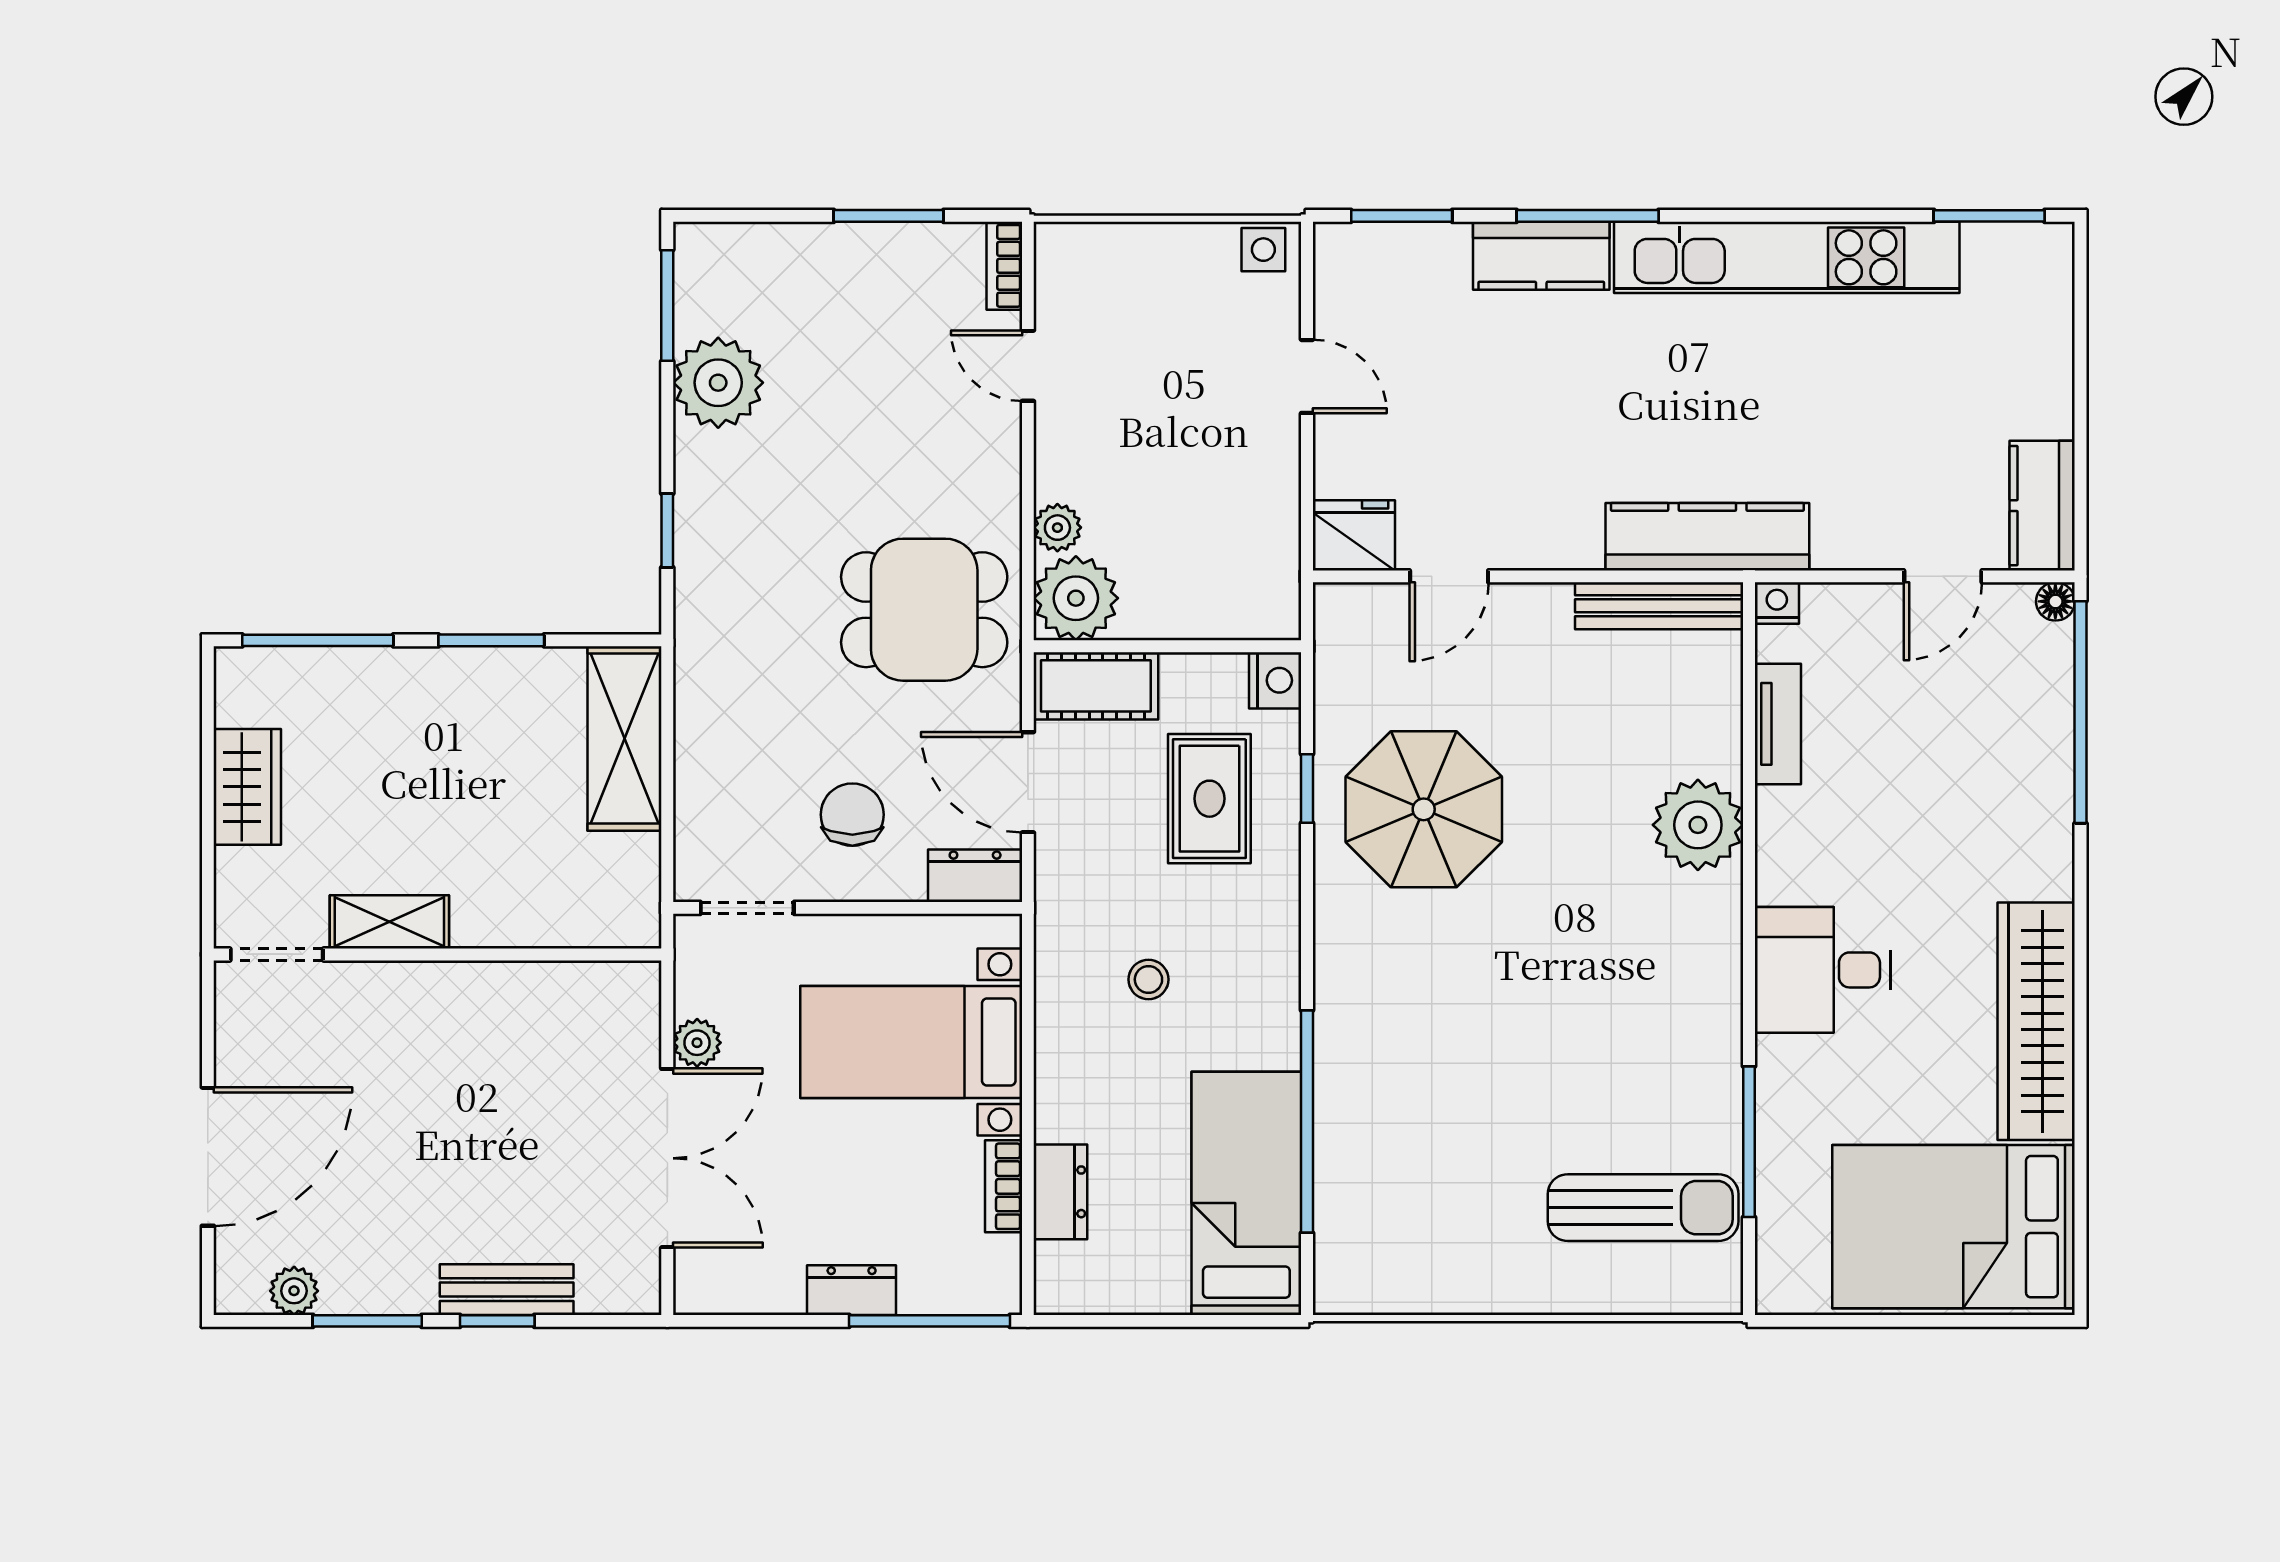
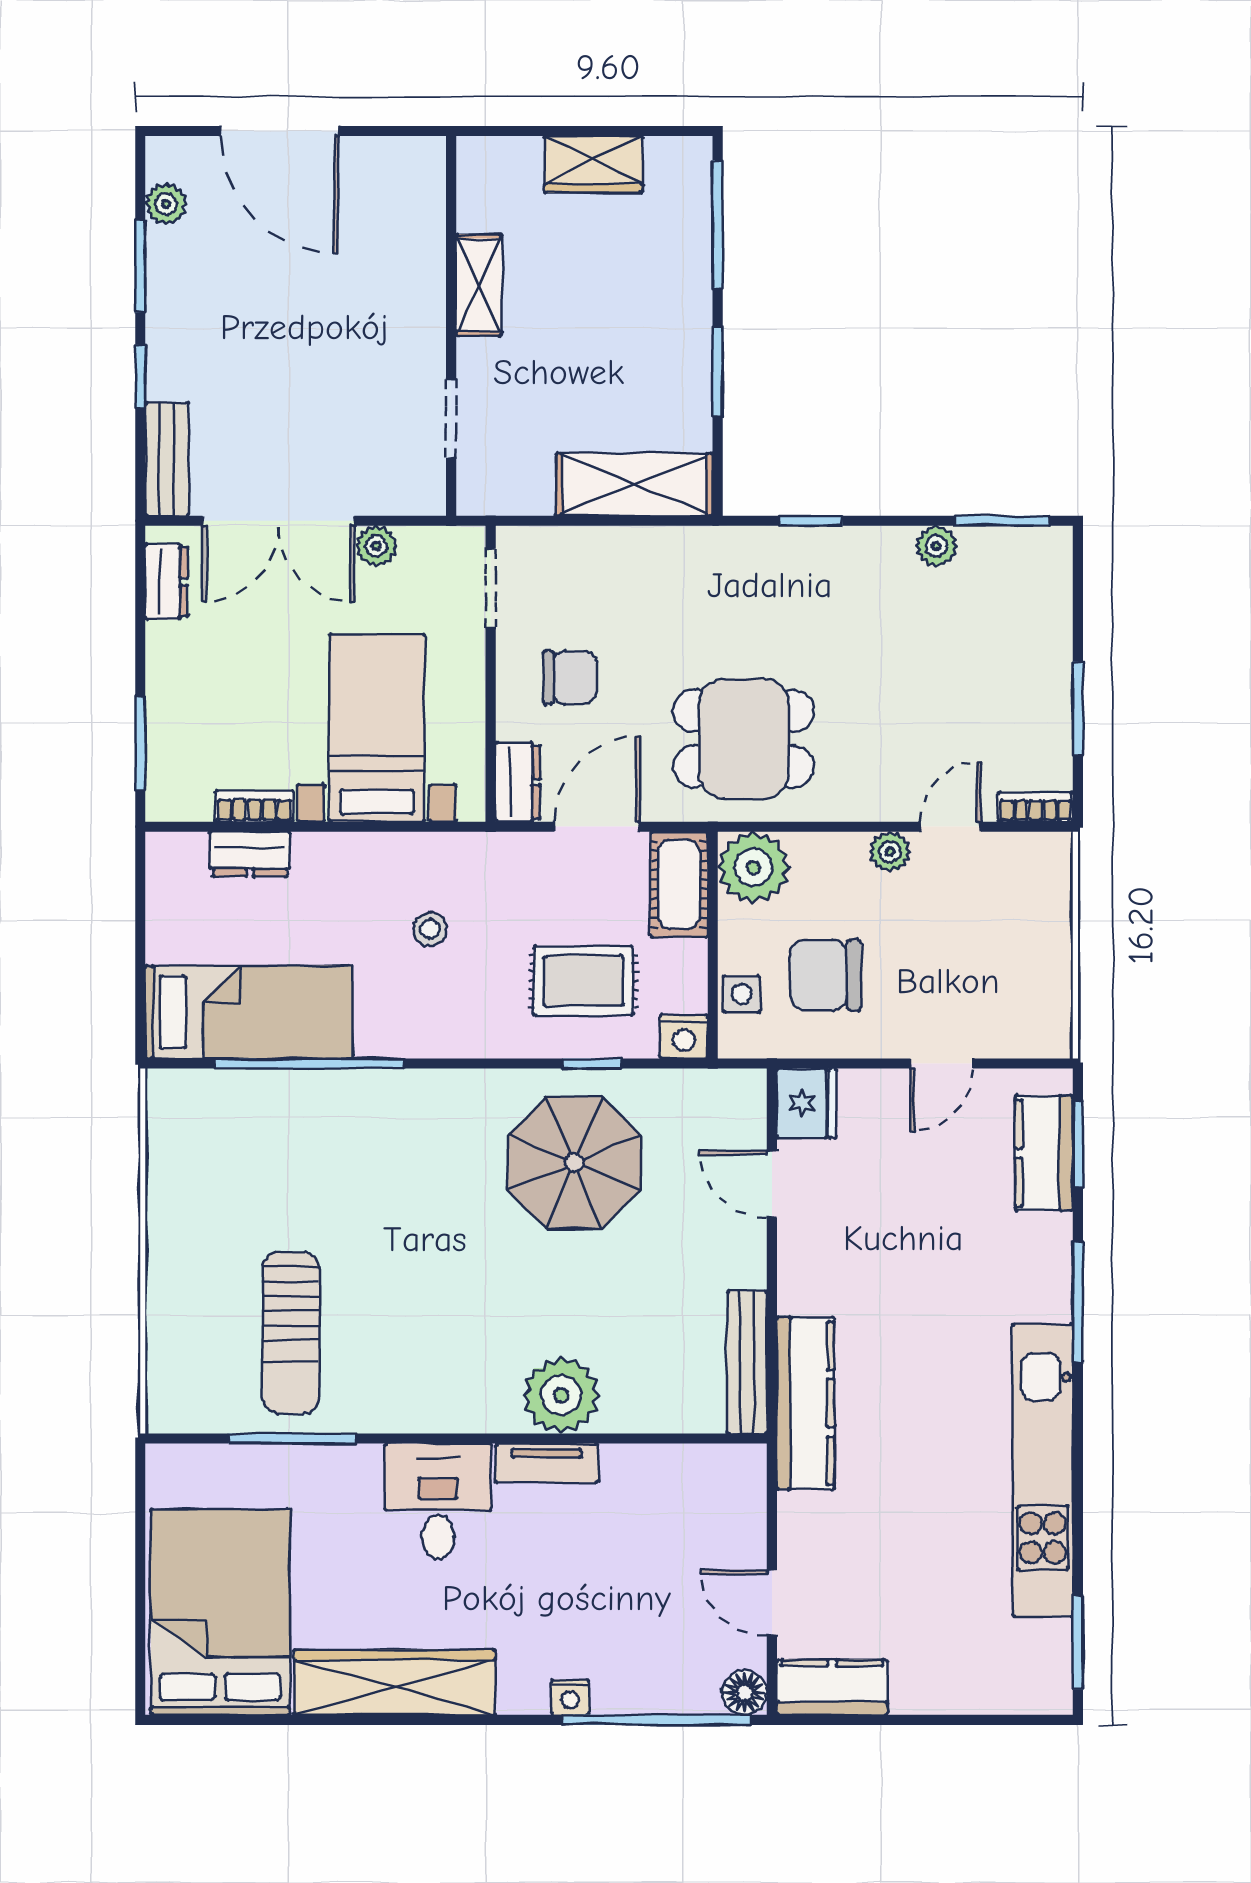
side table: (1263, 250) -> (741, 994), moved
kitchen counter: (1541, 256) -> (1044, 1153), moved
plant: (718, 383) -> (936, 546), width x0.53, depth x0.53
chair: (1203, 513) -> (825, 975), added
plant: (1057, 528) -> (890, 852), moved
floor lamp: (2055, 601) -> (745, 1693), width x1.37, depth x1.37
nightstand: (1777, 603) -> (570, 1697), moved, turned 90
dining table: (924, 610) -> (744, 739), turned 90
tv unit: (1778, 724) -> (547, 1463), moved
doorway: (277, 954) -> (451, 419), moved
sun lounger: (1643, 1208) -> (291, 1333), moved
bench: (507, 1290) -> (167, 459), moved
dresser: (852, 1290) -> (166, 582), moved
window: (929, 1321) -> (140, 743), width x0.69

